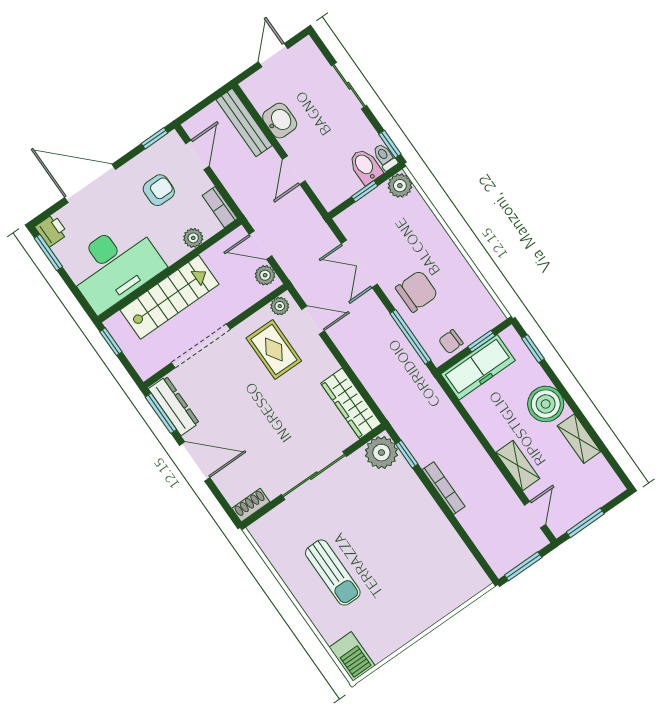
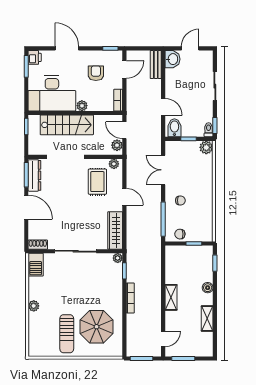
washbasin: (280, 121) -> (173, 59), moved
bench: (244, 123) -> (156, 64), width x0.73
bidet: (365, 166) -> (174, 128), moved
door: (294, 170) -> (163, 107), swing flipped
door: (90, 183) -> (67, 48), width x0.73
armchair: (159, 190) -> (96, 73), turned -90
plant: (193, 238) -> (82, 106), moved
chair: (417, 291) -> (180, 200), width x0.54, depth x0.54
door: (313, 320) -> (124, 197), moved
freezer: (478, 367) -> (184, 254), removed
boiler: (546, 404) -> (208, 288), width x0.54, depth x0.54
plant: (381, 453) -> (118, 258), width x0.53, depth x0.53
shelving: (518, 466) -> (171, 297), moved
parasol: (423, 566) -> (97, 327), added
sun lounger: (333, 573) -> (67, 334), moved
plant: (308, 600) -> (34, 306), added
barbecue: (352, 656) -> (36, 265), moved

